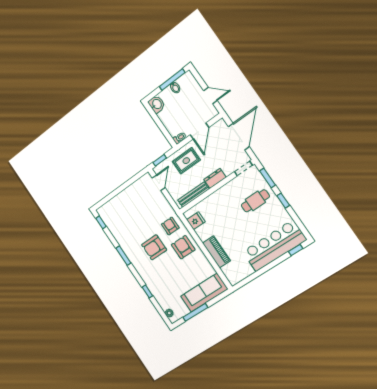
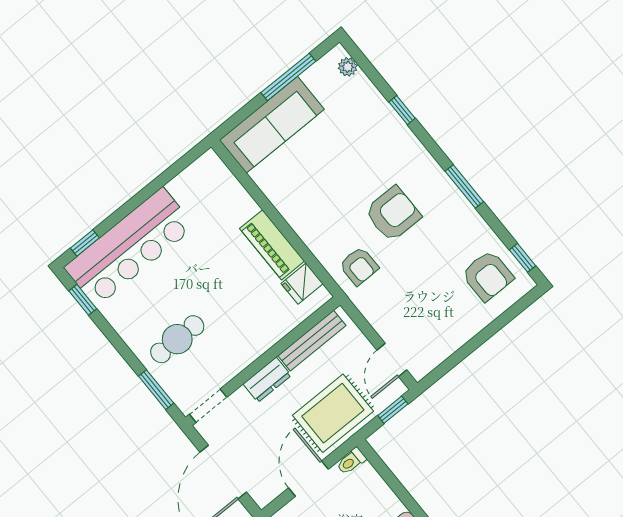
rug: (186, 161) -> (333, 413), width x1.36, depth x1.43
window: (283, 201) -> (83, 300), moved
armchair: (183, 247) -> (488, 276), moved
piano: (216, 252) -> (272, 245), moved

